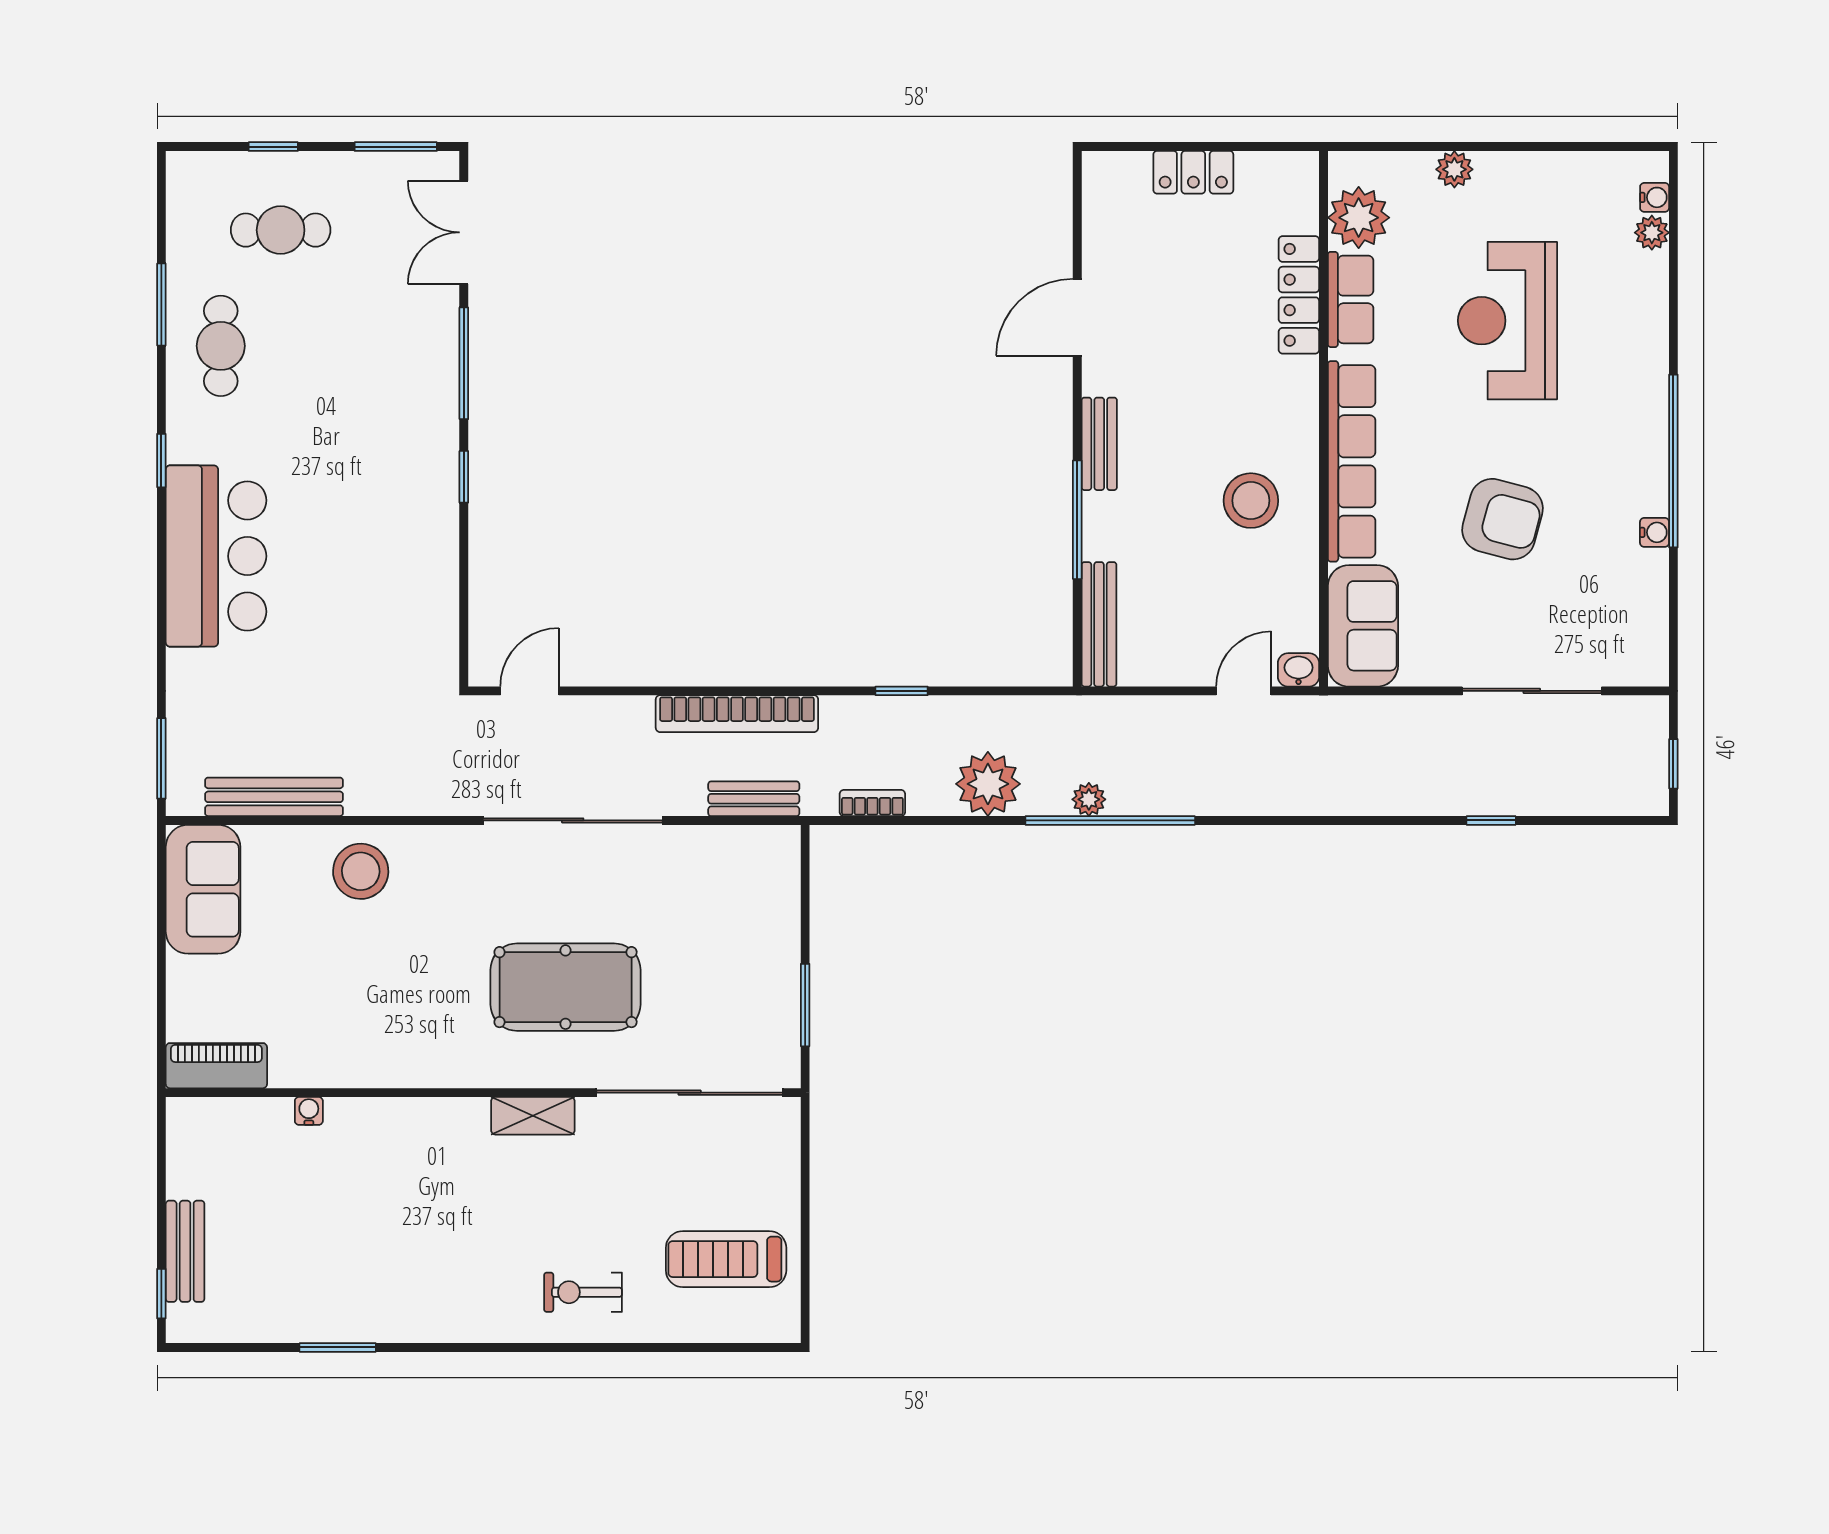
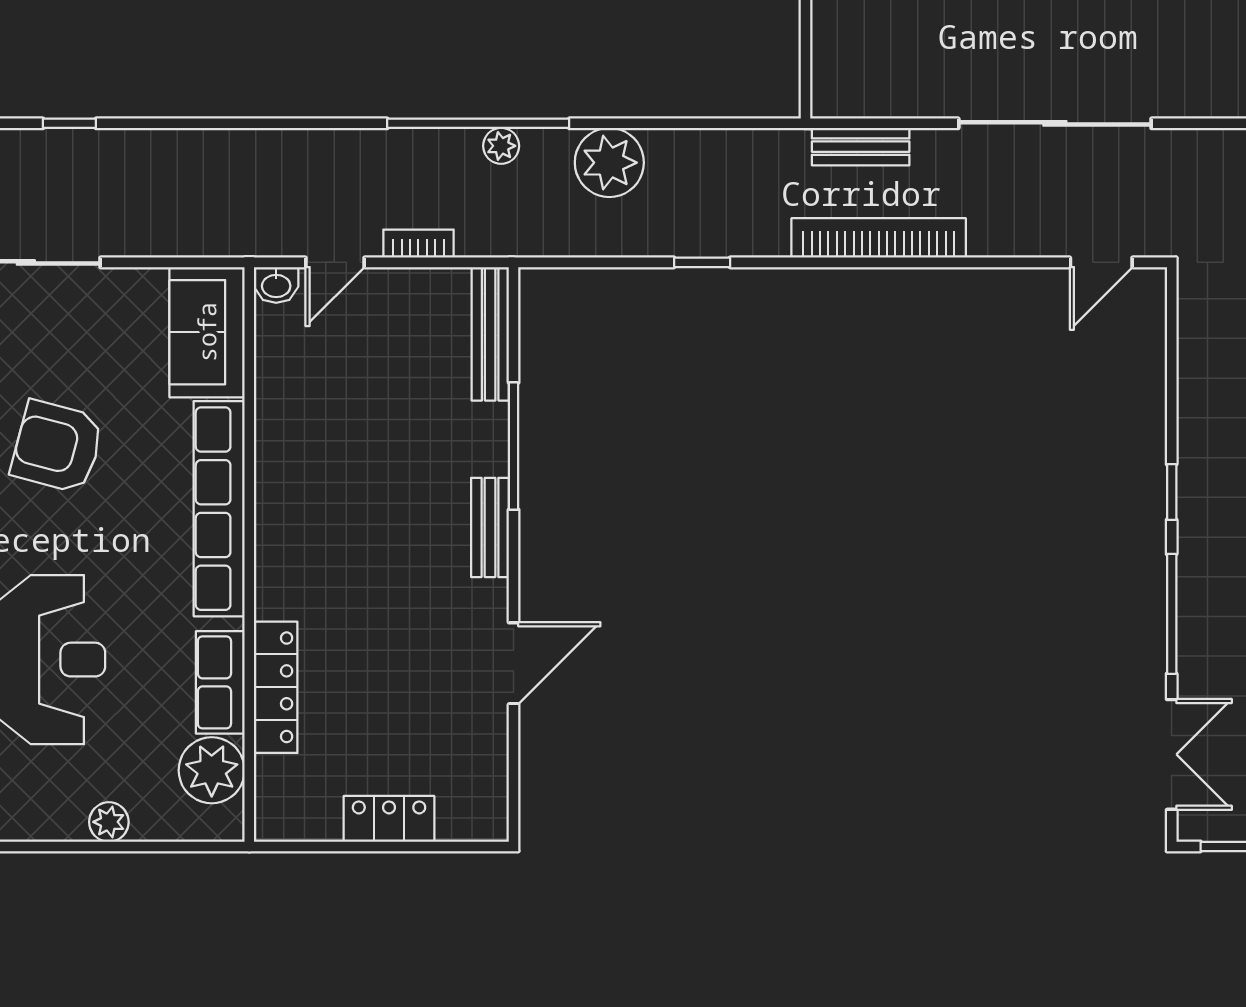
stool: (1251, 501) -> (327, 467), removed
bookcase: (872, 803) -> (418, 244), moved, turned 180

